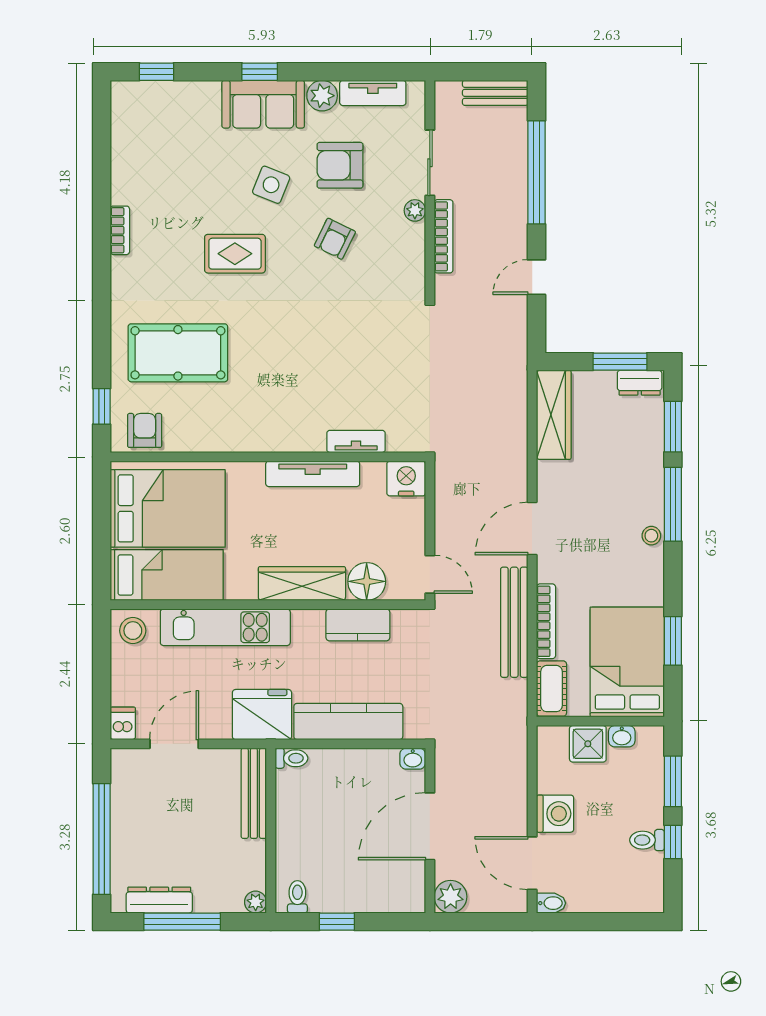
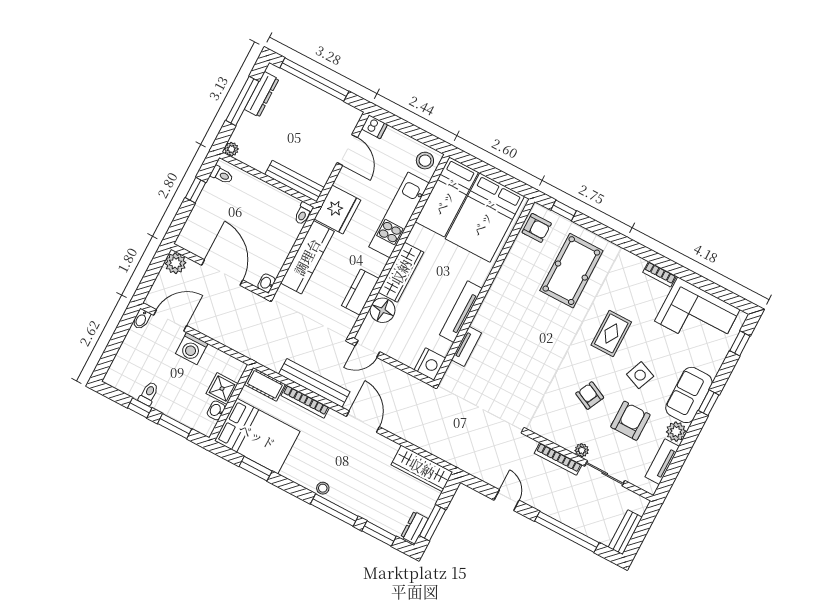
corner sofa: (149, 150) -> (697, 315), added

